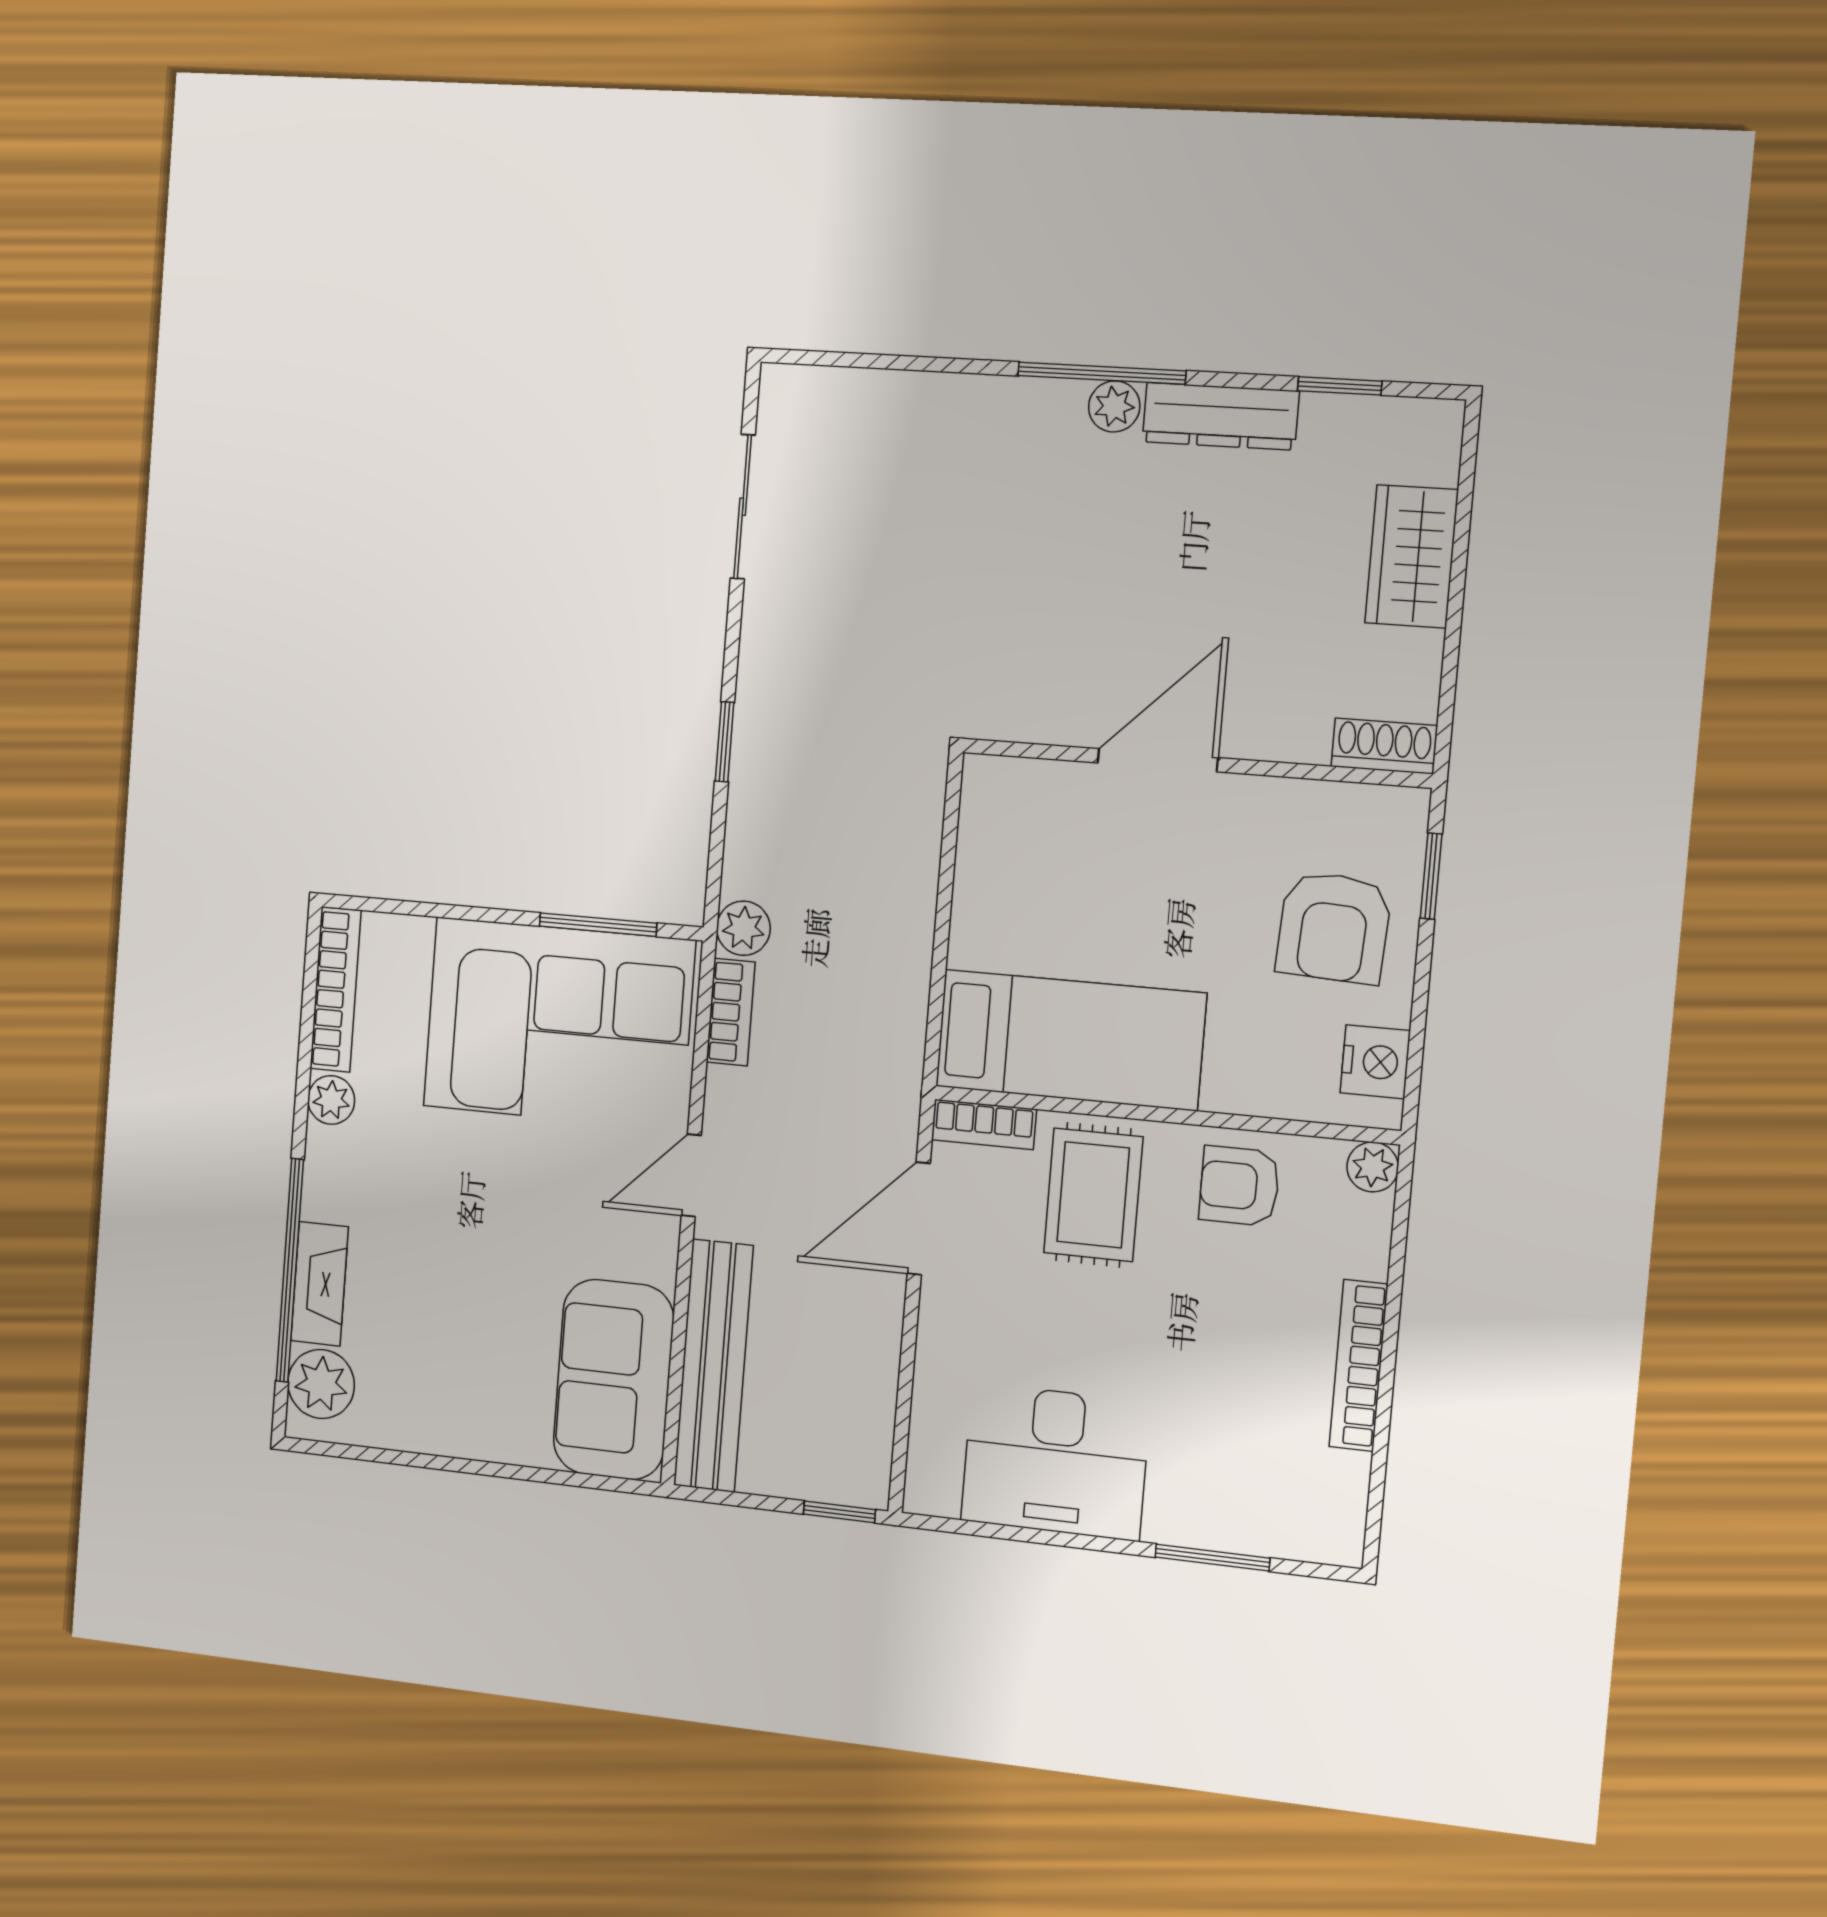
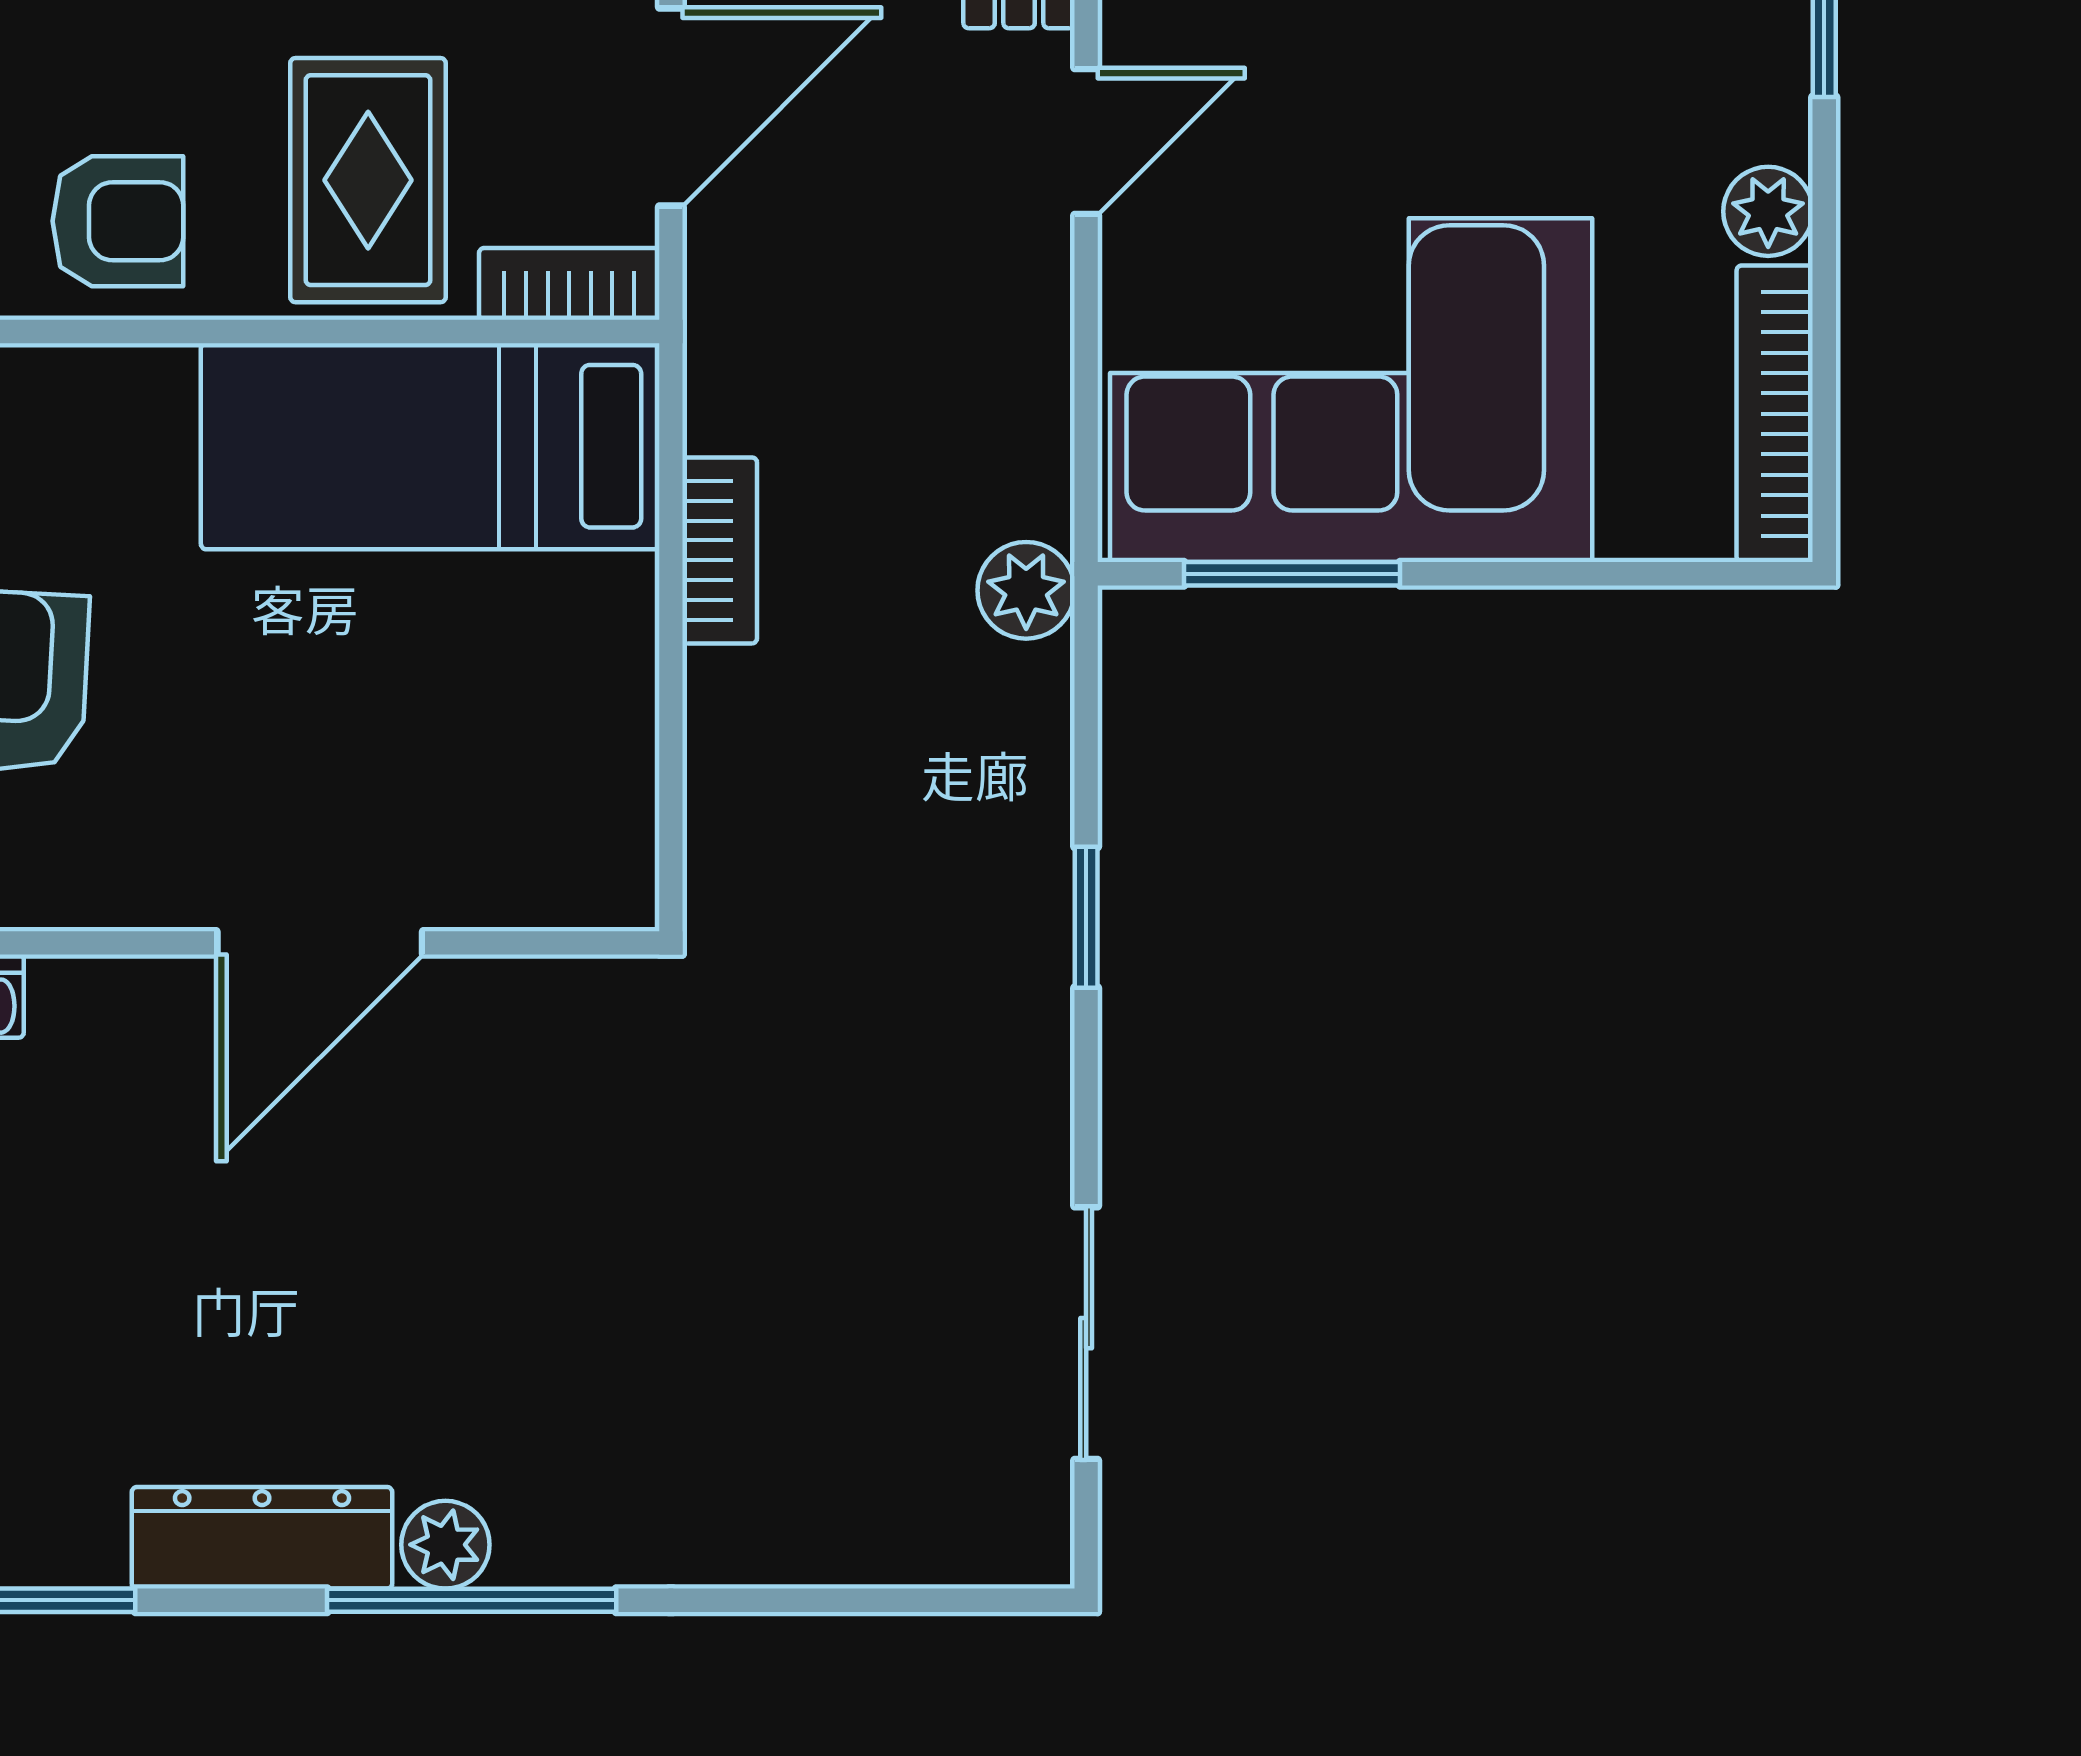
bookcase: (731, 1012) -> (720, 550), moved, turned 180

